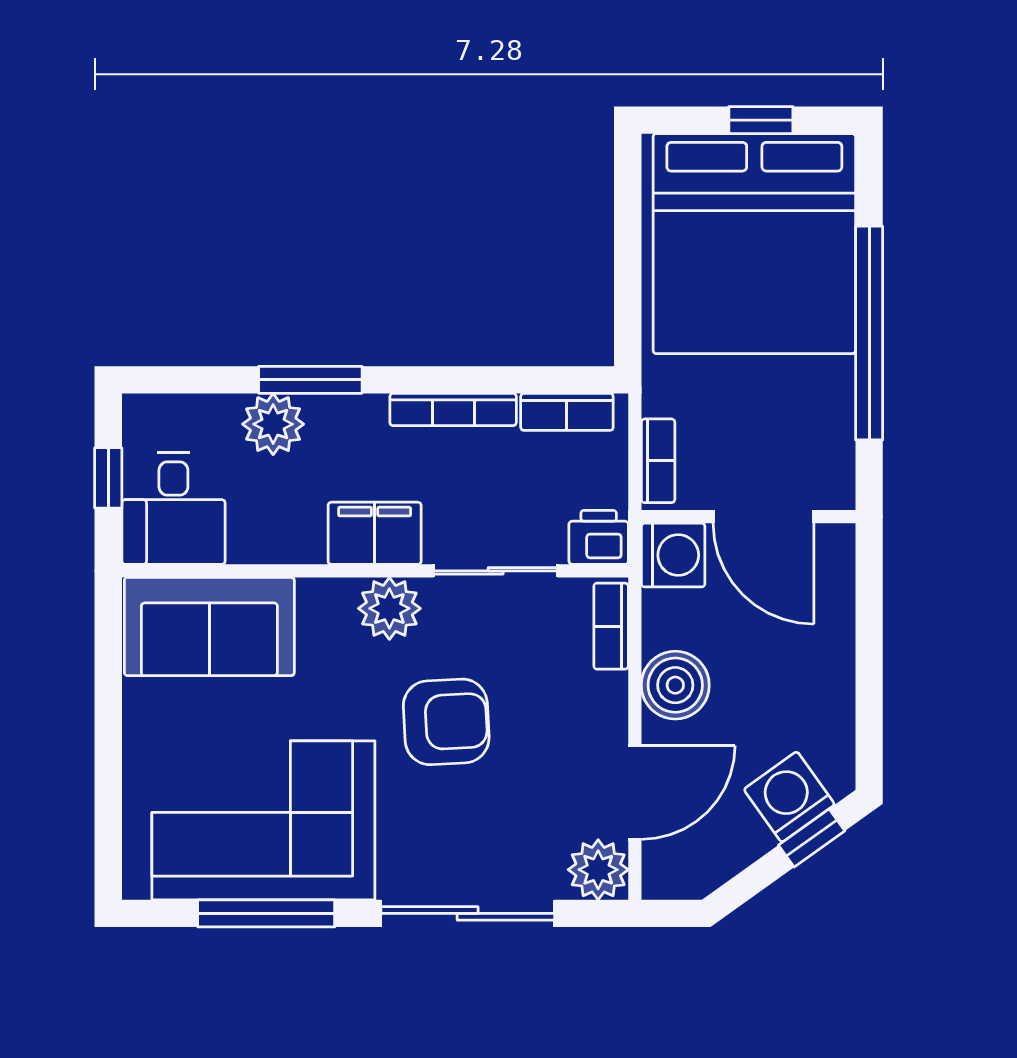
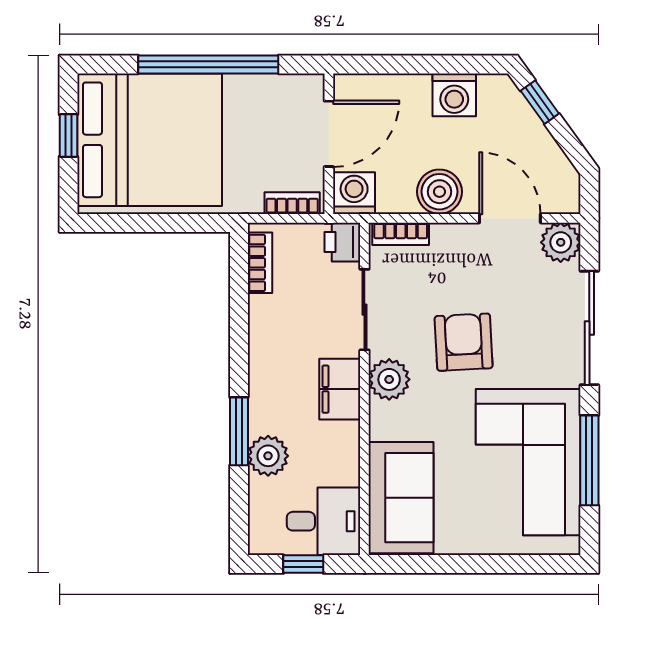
bookcase: (453, 410) -> (258, 338), removed
washing machine: (789, 797) -> (454, 95), moved, turned -54

